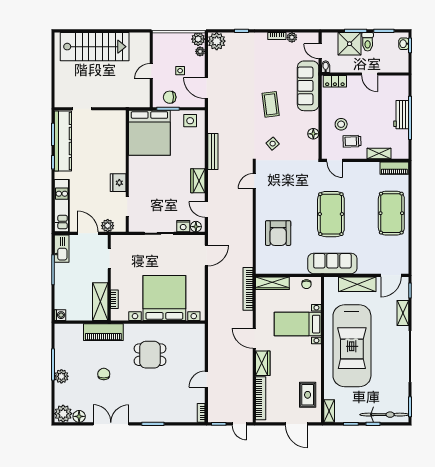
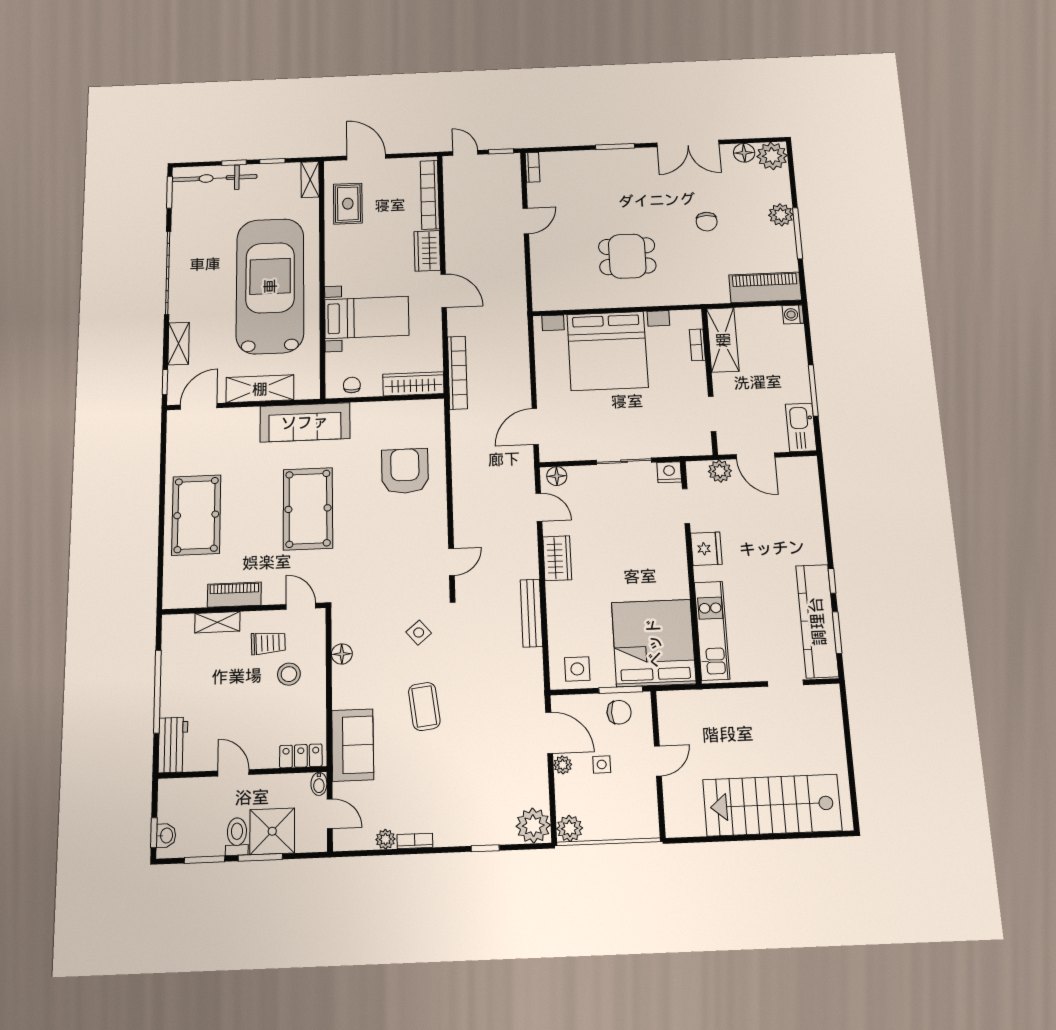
plant: (200, 51) -> (563, 765), moved
sofa: (308, 86) -> (353, 745), width x0.73
workbench: (401, 115) -> (173, 745), moved
piano: (394, 168) -> (234, 595), moved
kitchen unit: (62, 206) -> (712, 631), moved, turned 180
nightstand: (183, 226) -> (669, 472), moved
piano: (103, 332) -> (765, 287), moved

